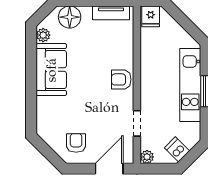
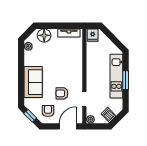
sofa: (51, 70) -> (33, 82), moved
armchair: (121, 79) -> (62, 93), moved
window: (46, 151) -> (30, 116), added

